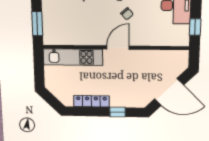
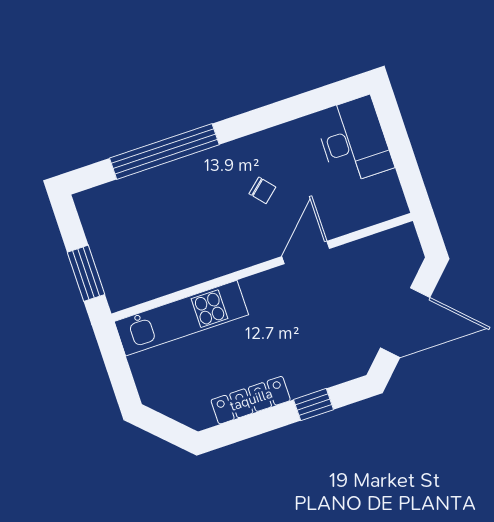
window: (195, 27) -> (408, 170), removed
door: (118, 47) -> (306, 253), moved

